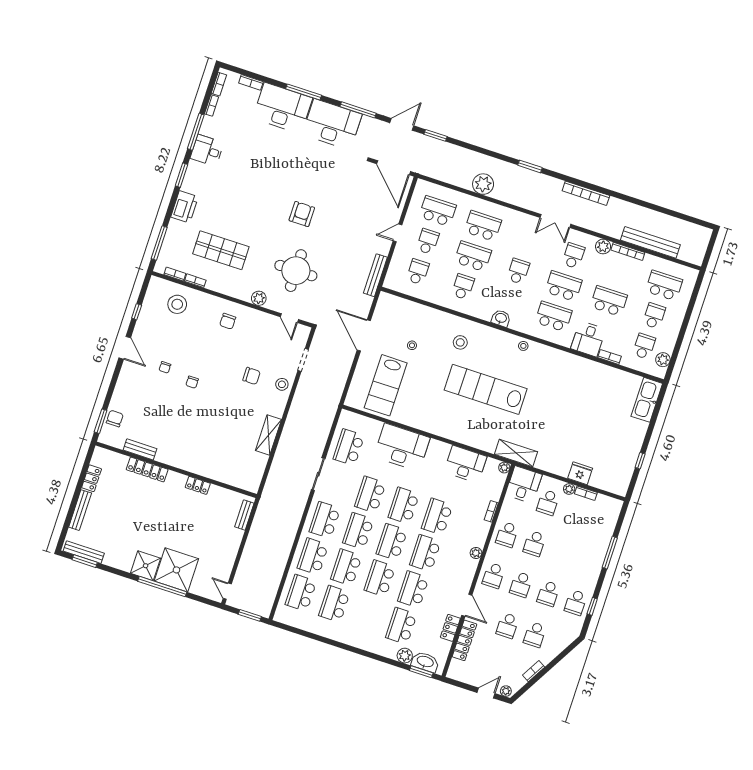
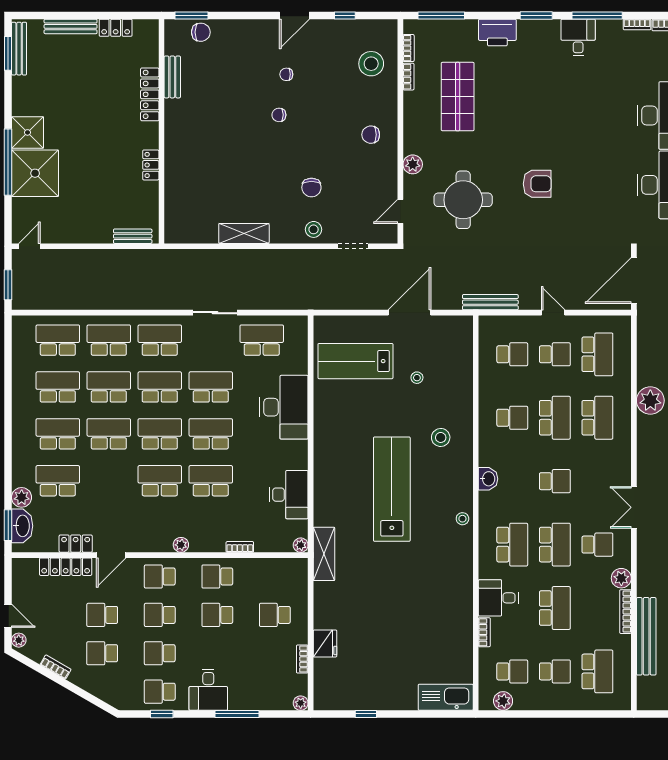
desk: (524, 485) -> (208, 690), moved, turned 90
plant: (569, 489) -> (301, 703), moved
school desk: (413, 589) -> (58, 434), moved

